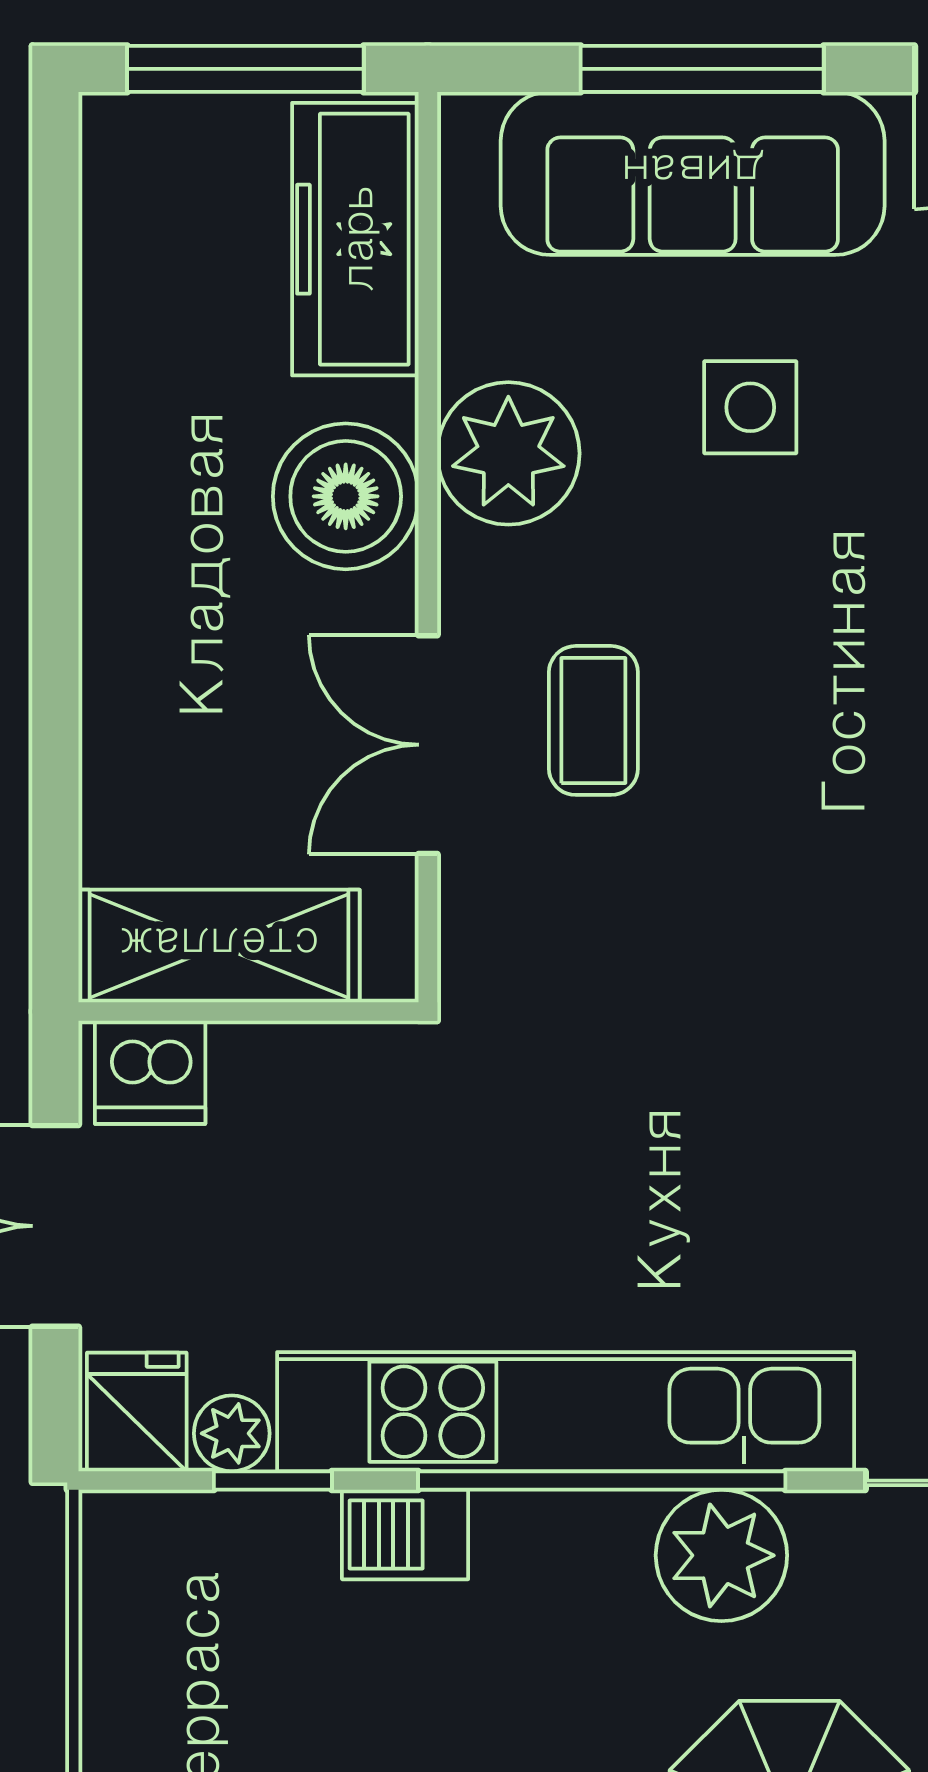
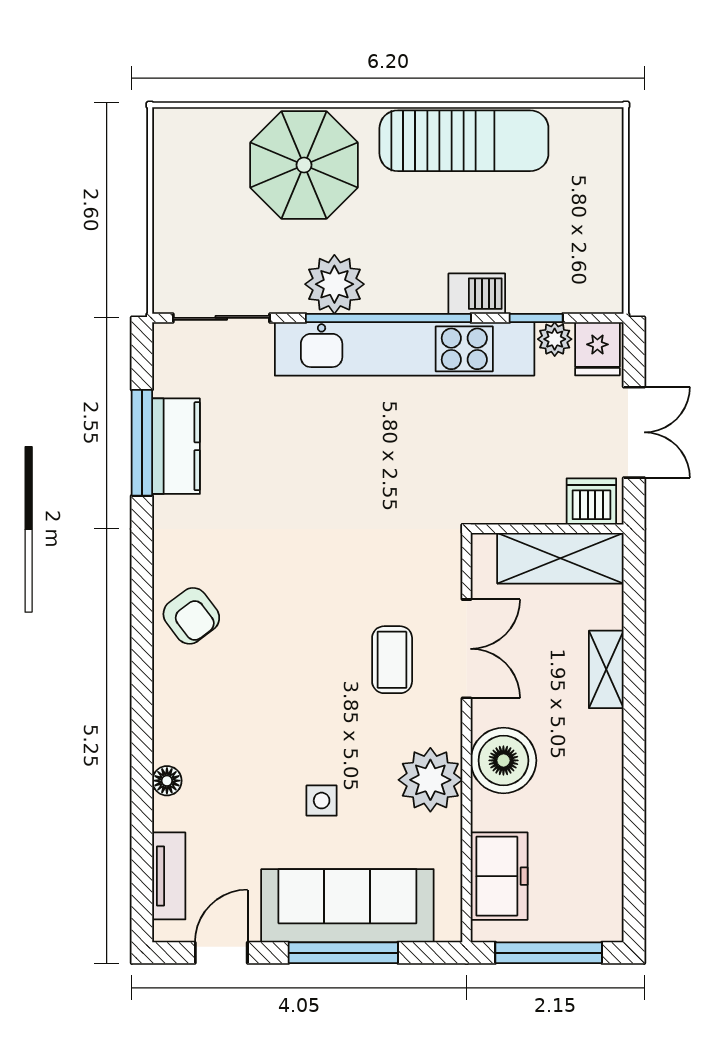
freezer: (355, 239) -> (499, 876), width x0.71
side table: (750, 407) -> (322, 801), width x0.73, depth x0.73
shelving: (117, 699) -> (606, 669), added

